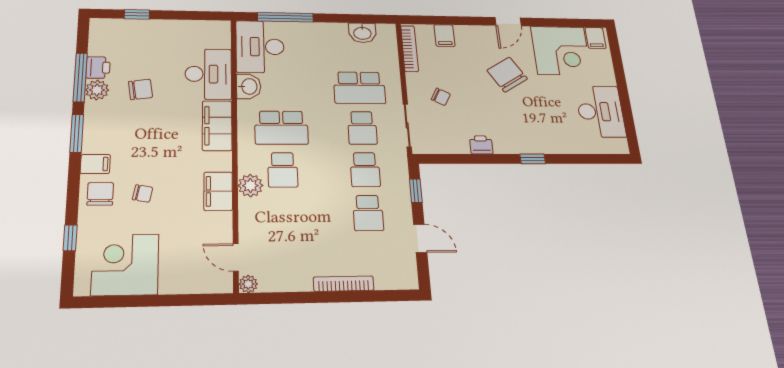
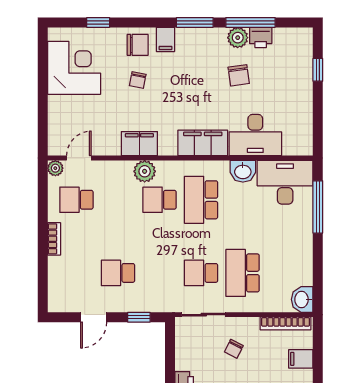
washbasin: (362, 33) -> (302, 299), moved
school desk: (365, 170) -> (76, 200), moved
bookcase: (344, 284) -> (54, 239), width x0.64

